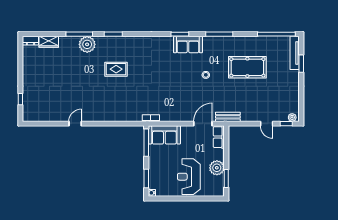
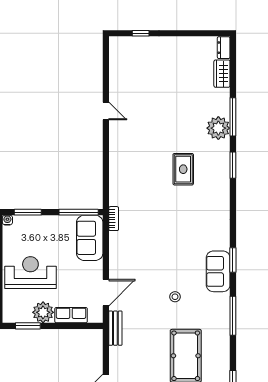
door: (203, 124) -> (106, 293), hinge flipped
row of seats: (219, 137) -> (71, 315), moved

